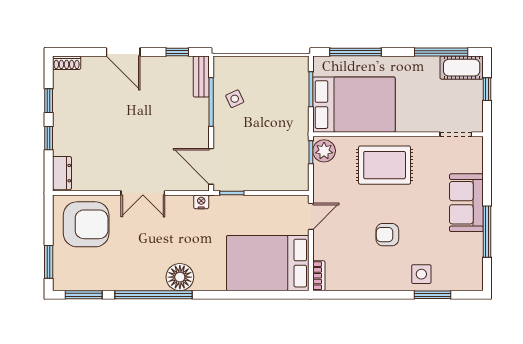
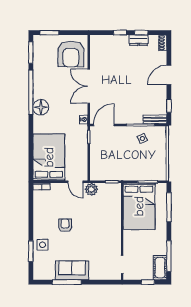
plant: (324, 151) -> (91, 189), moved
rug: (385, 165) -> (105, 224), removed
dresser: (62, 173) -> (139, 40), moved
double door: (143, 193) -> (89, 86), width x1.37
sofa: (466, 203) -> (72, 270), moved

